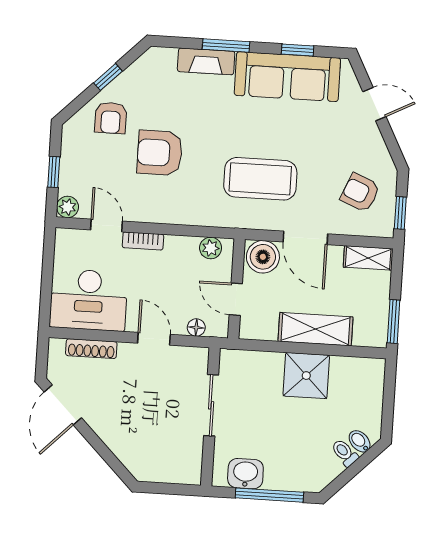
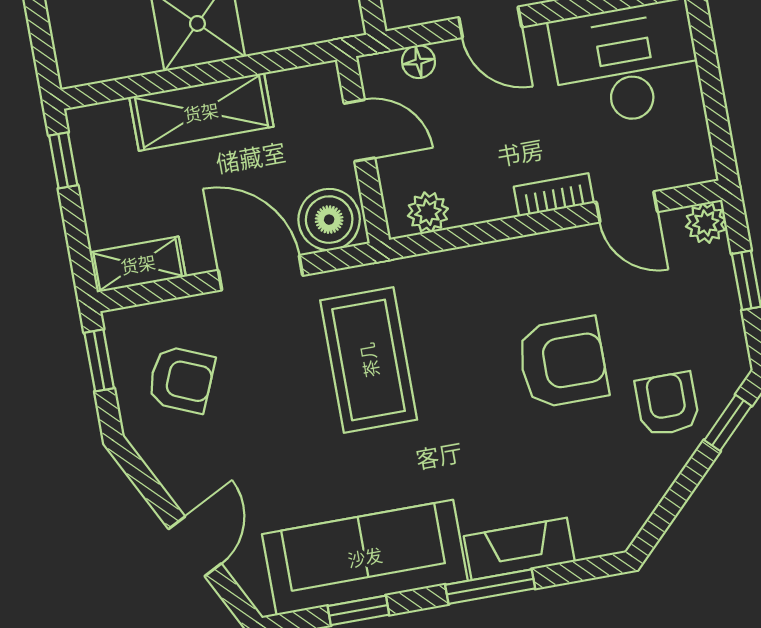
window: (108, 77) -> (728, 423), moved
door: (374, 104) -> (195, 546), swing flipped
coffee table: (260, 179) -> (369, 360), turned 90
window: (394, 322) -> (63, 160), width x0.67

